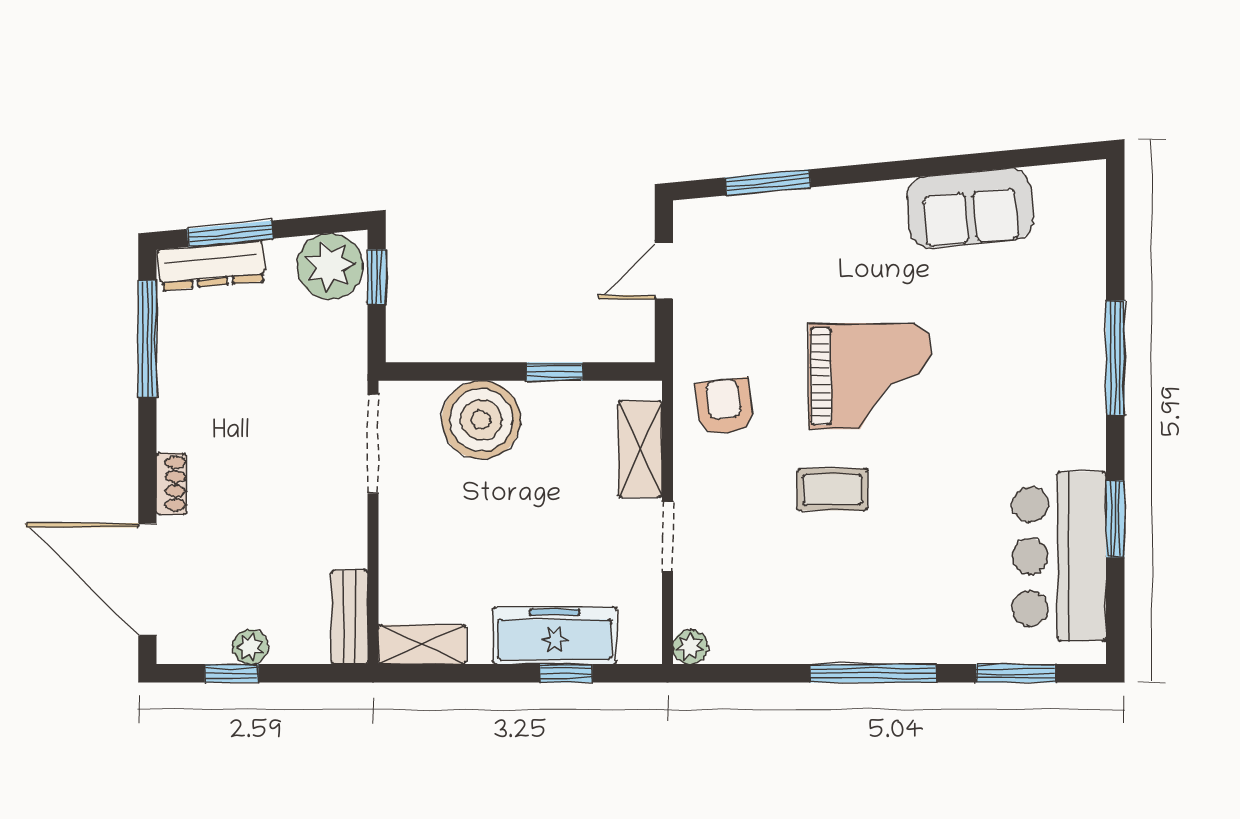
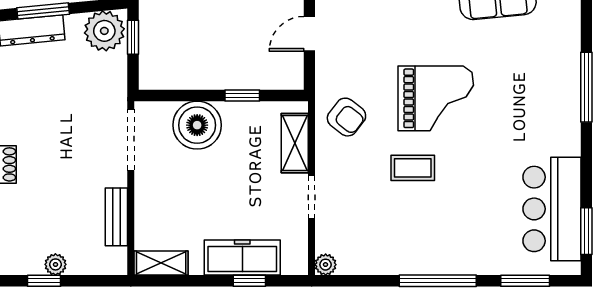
armchair: (724, 407) -> (346, 117), turned 135
window: (1115, 519) -> (586, 231), moved
bench: (349, 617) -> (116, 217), moved

